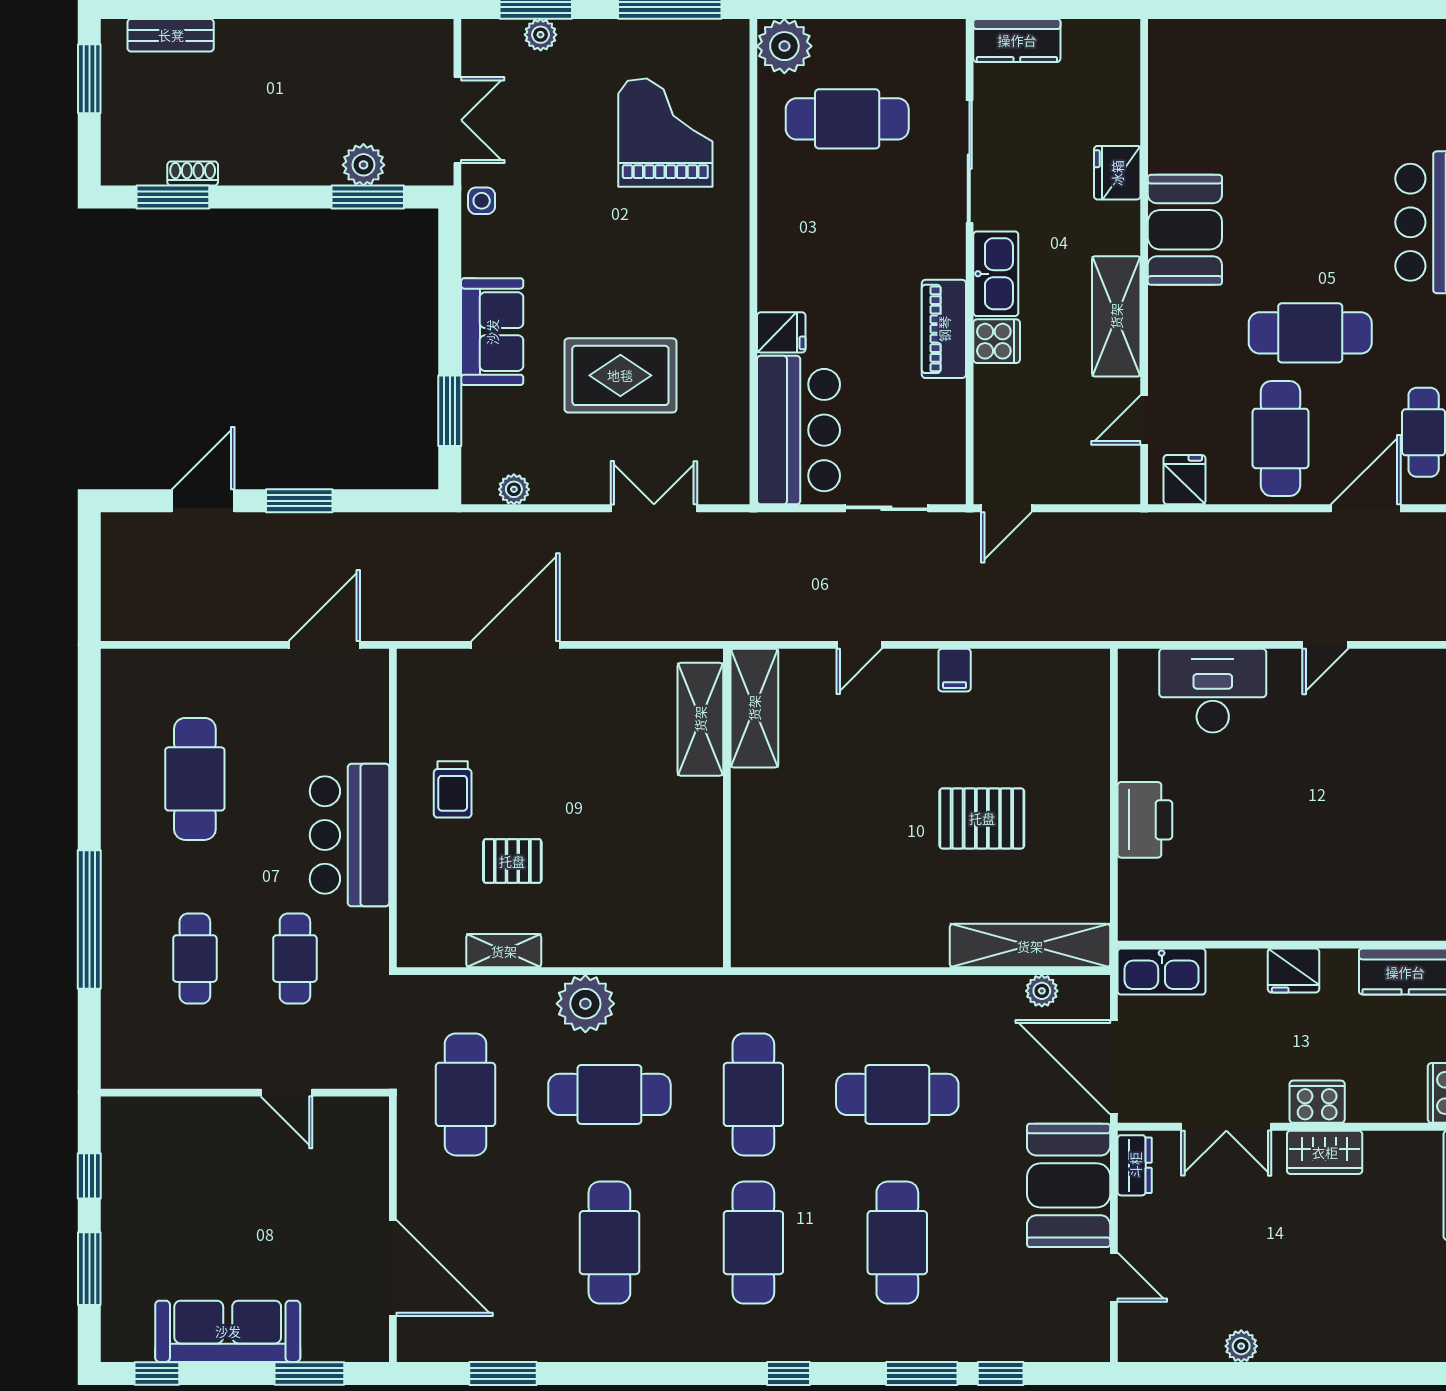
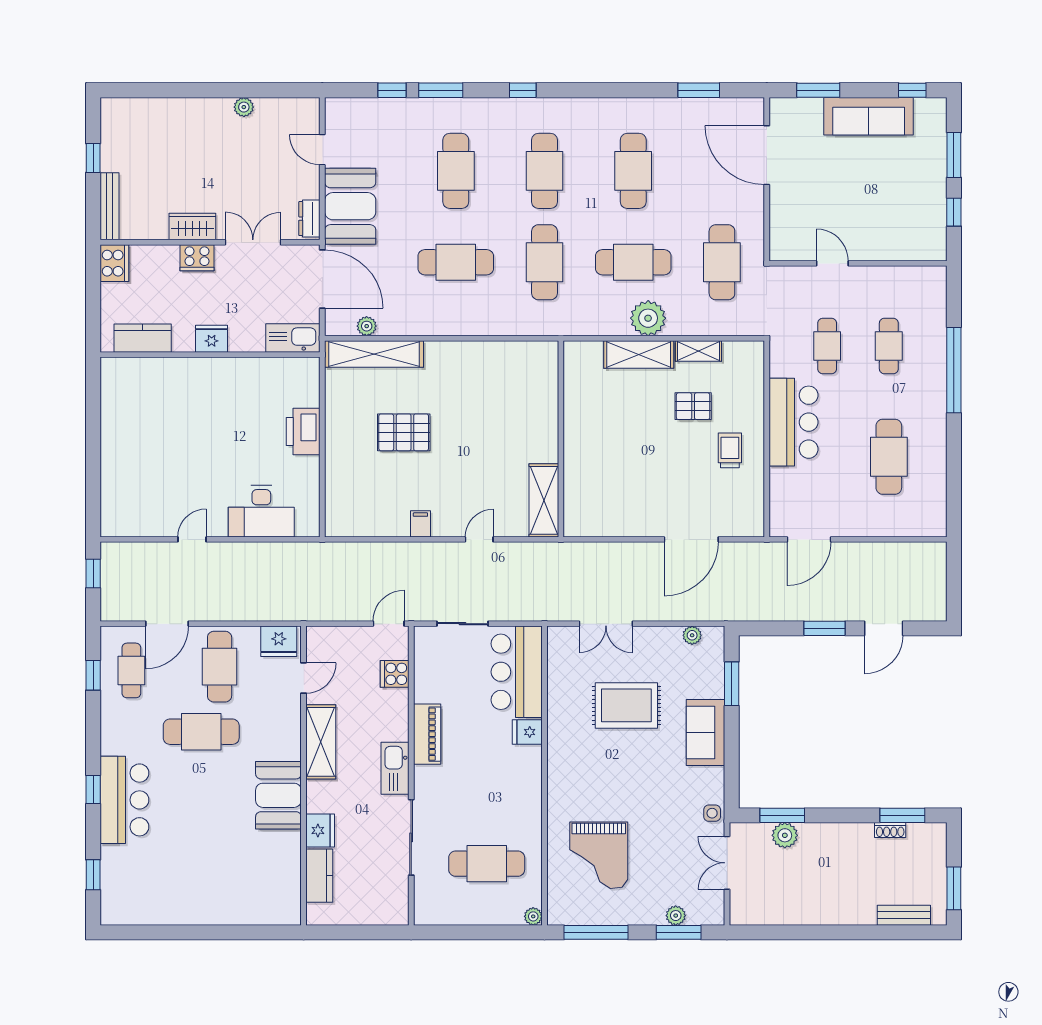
kitchen counter: (1017, 40) -> (319, 876), moved, turned 90
plant: (784, 46) -> (533, 916), width x0.53, depth x0.53
cooker: (997, 341) -> (395, 674), moved
fridge: (1184, 480) -> (279, 641), width x1.38
shelving: (700, 719) -> (639, 355), moved, turned 90

